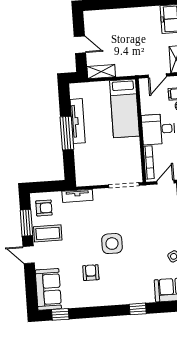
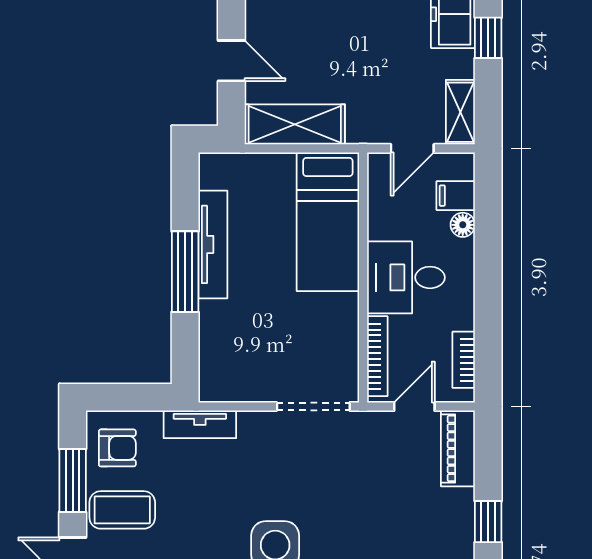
shelving: (101, 72) -> (295, 124), width x1.50, depth x1.33

